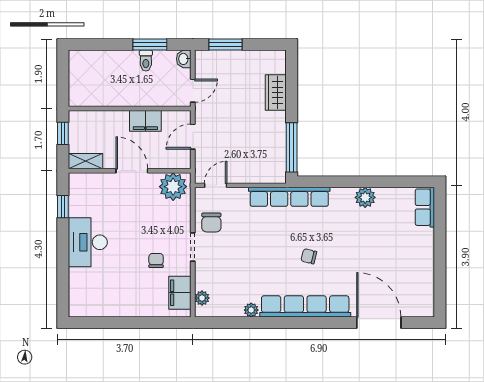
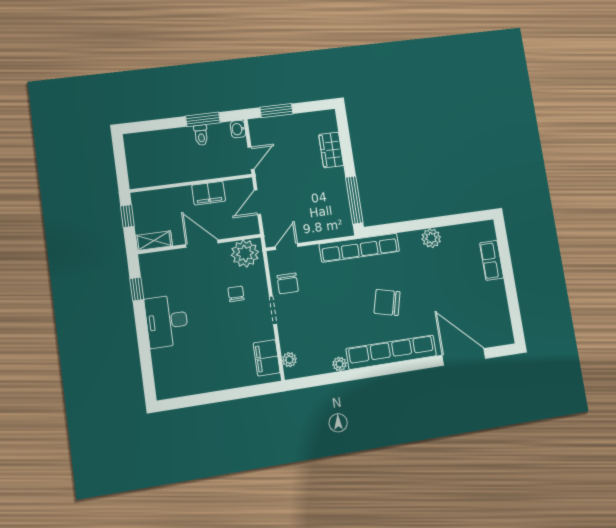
row of seats: (425, 207) -> (492, 260), moved
chair: (309, 256) -> (387, 302), width x1.87, depth x1.87
chair: (156, 260) -> (236, 294), moved

